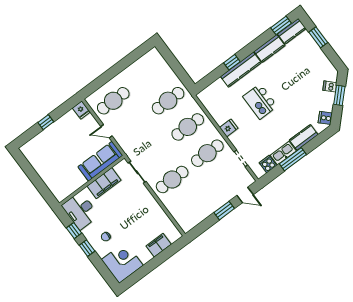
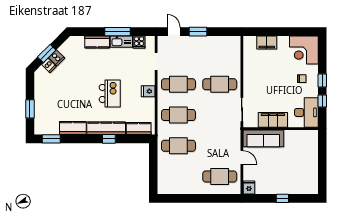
kitchen counter: (292, 31) -> (139, 128), moved
cooker: (325, 118) -> (57, 58), moved

